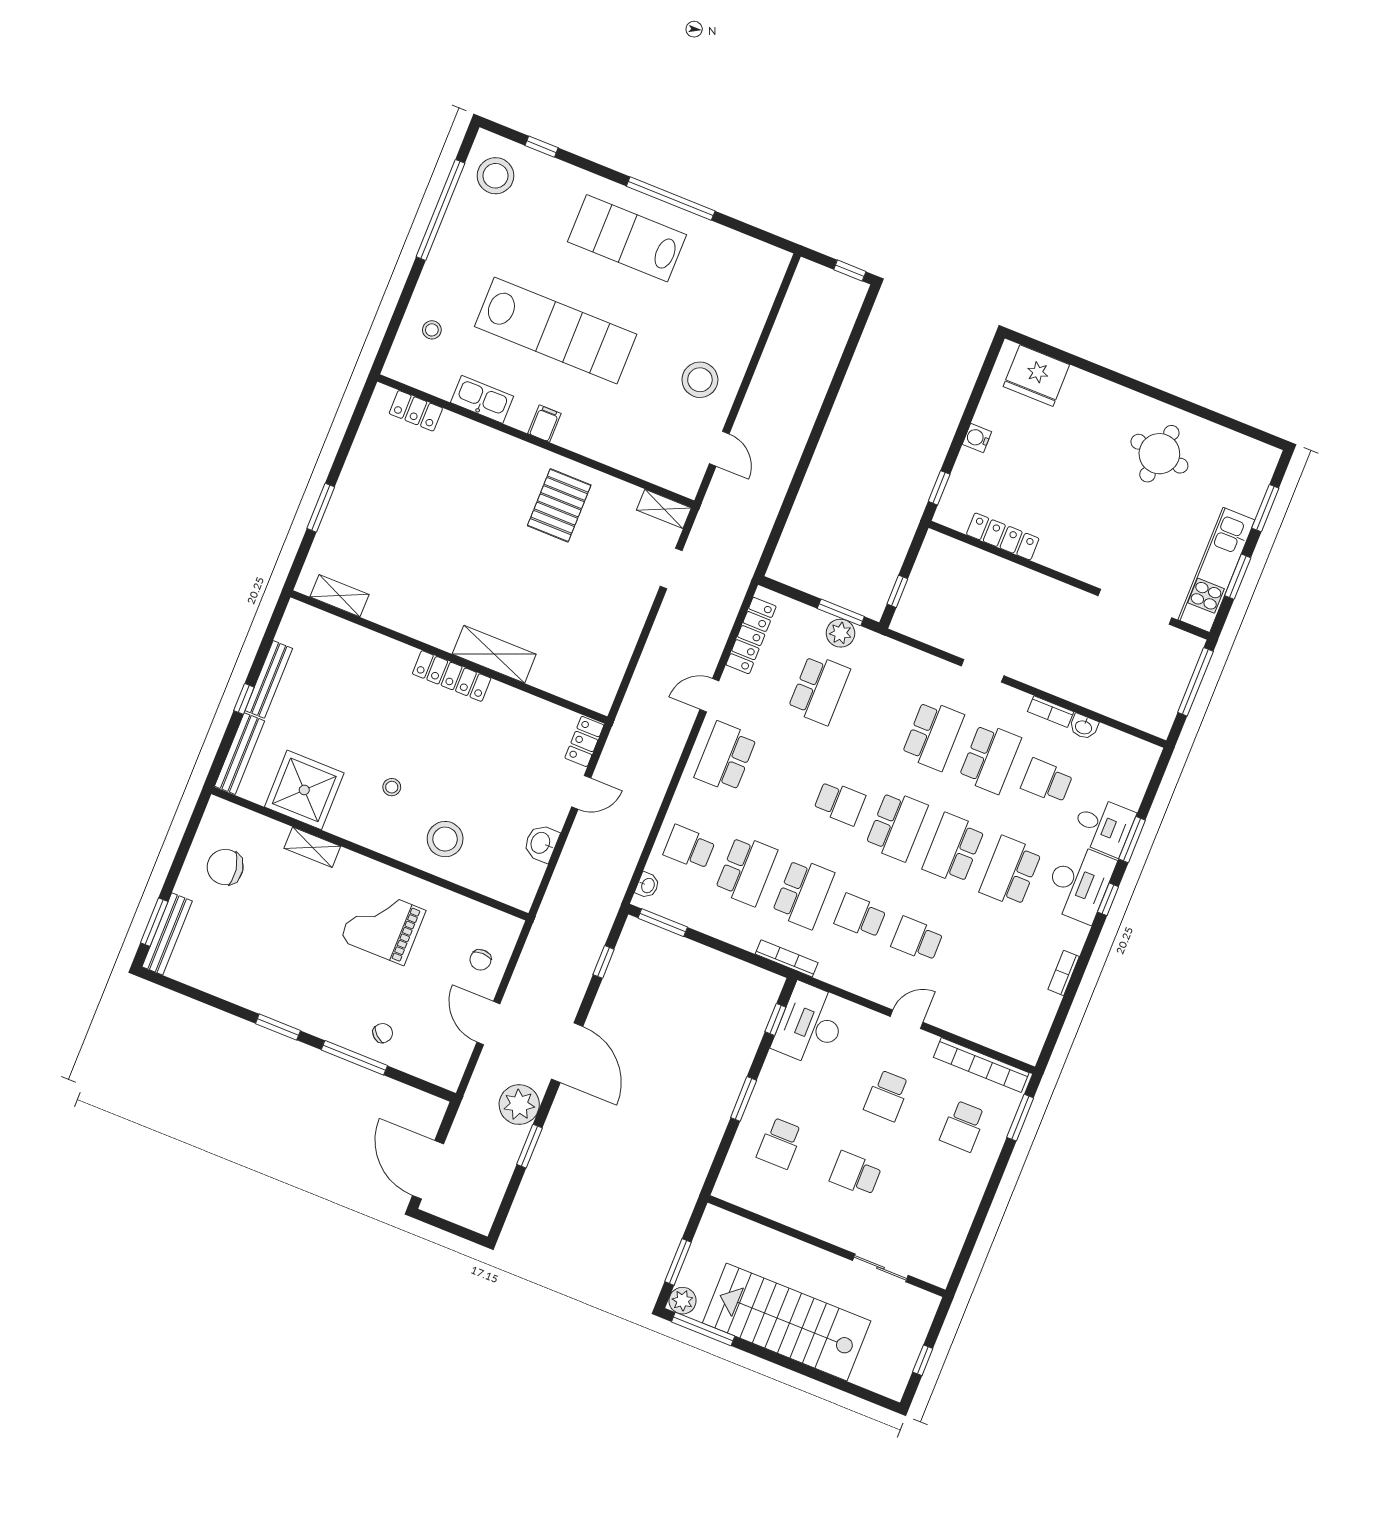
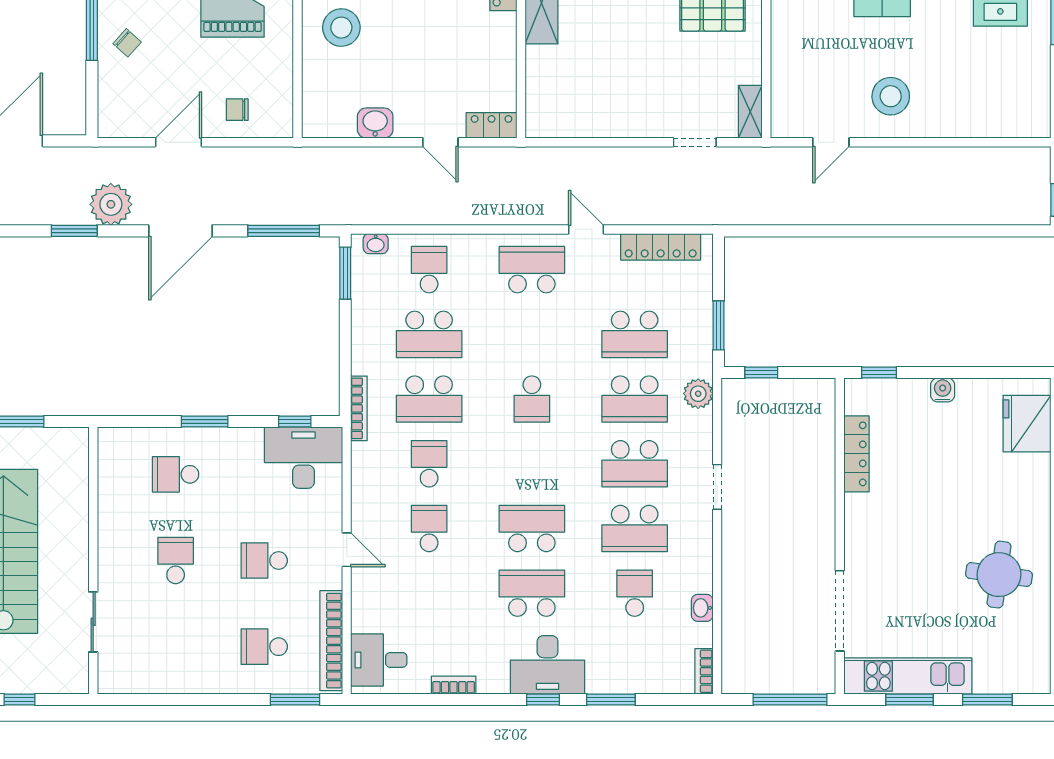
plant: (840, 633) -> (698, 394), moved
bookcase: (1051, 712) -> (704, 671), moved
school desk: (897, 826) -> (635, 399), moved
desk: (1103, 826) -> (379, 660), moved, turned 90
window: (604, 962) -> (284, 231), width x2.17

